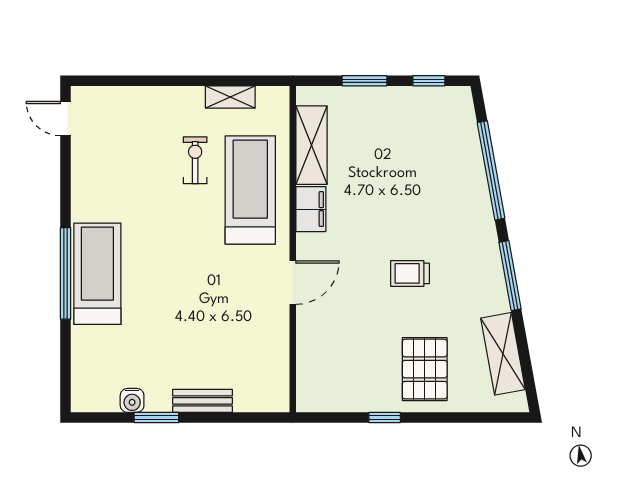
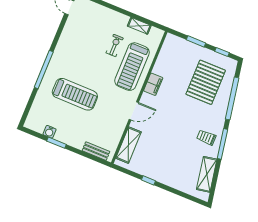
shelving: (311, 145) -> (129, 145), moved
treadmill: (250, 190) -> (132, 67), turned 180
trolley: (410, 273) -> (206, 137), moved
treadmill: (97, 274) -> (75, 94), moved, turned 90
pallet: (425, 369) -> (206, 82), moved, width x1.37, depth x1.41
bench: (203, 401) -> (96, 151), moved

